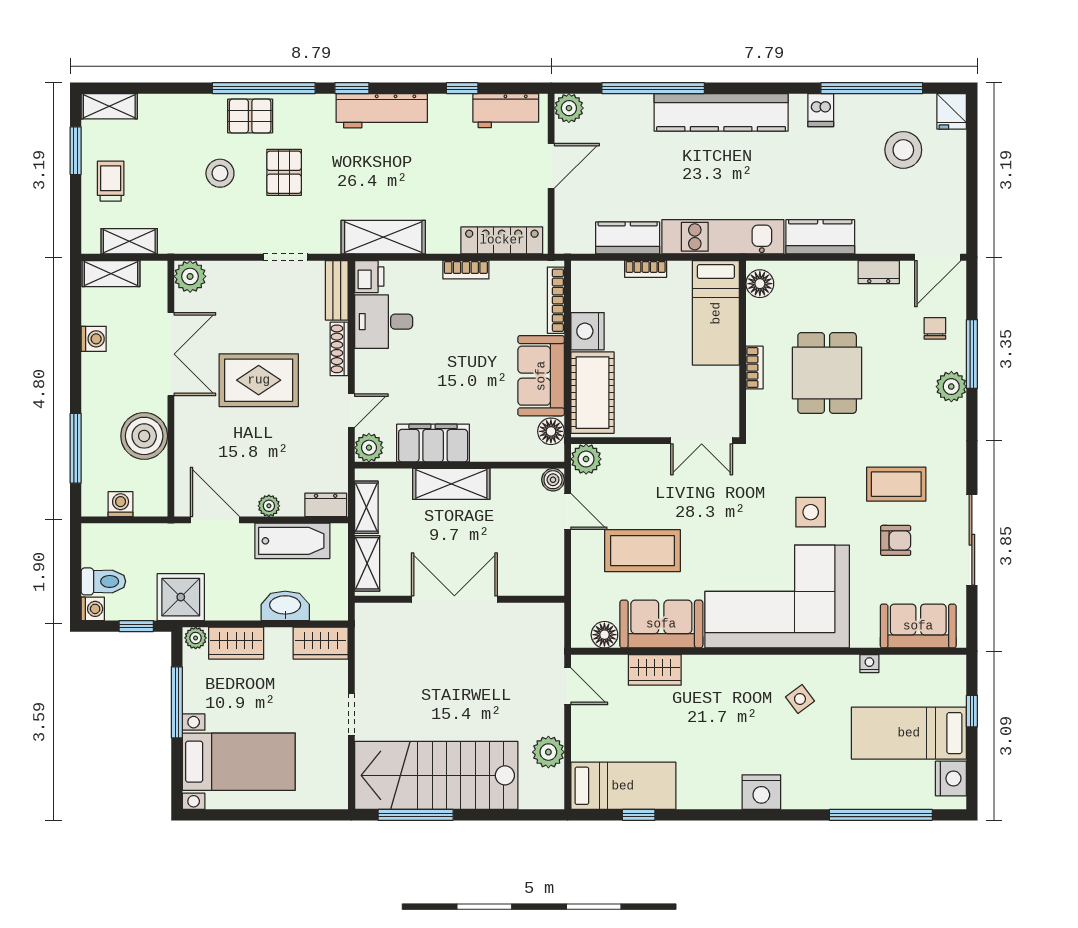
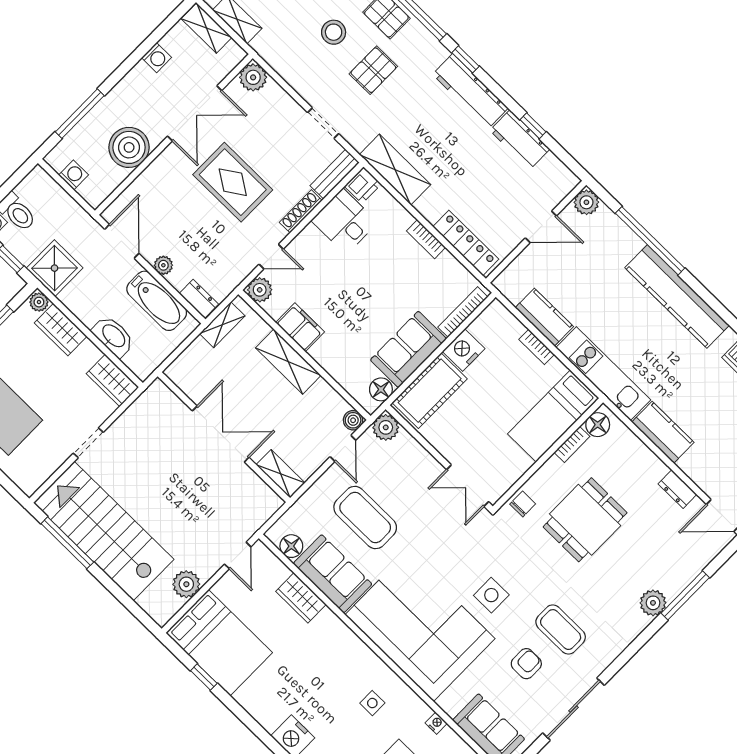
workbench: (506, 111) -> (520, 140), moved
chair: (935, 328) -> (523, 504), moved
bookcase: (754, 368) -> (572, 444), moved
filing cabinet: (433, 443) -> (300, 327), width x0.67, depth x0.86
armchair: (896, 540) -> (526, 664), turned -90
shelving: (367, 563) -> (281, 474), moved, turned 90
side table: (800, 699) -> (372, 703), turned 37
bed: (623, 786) -> (219, 643), width x1.50

